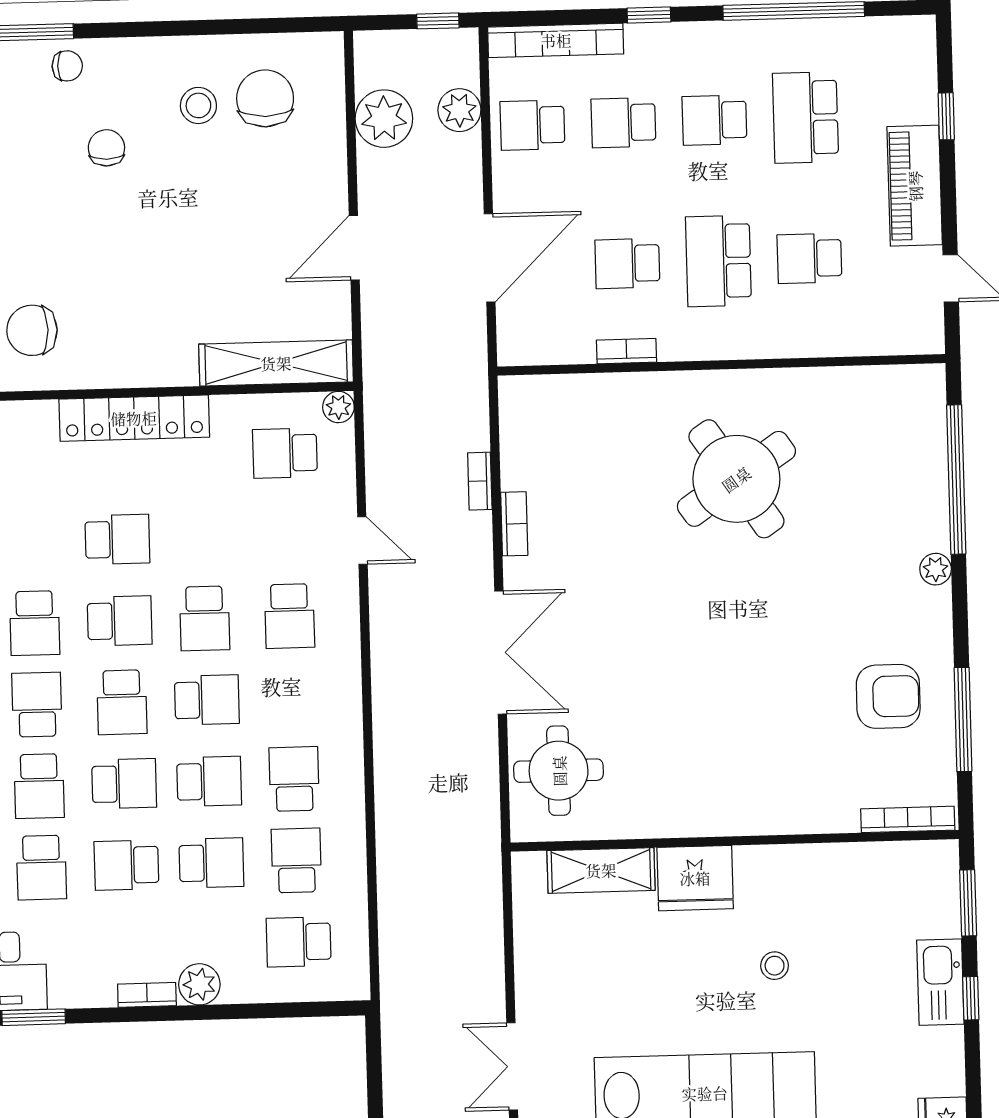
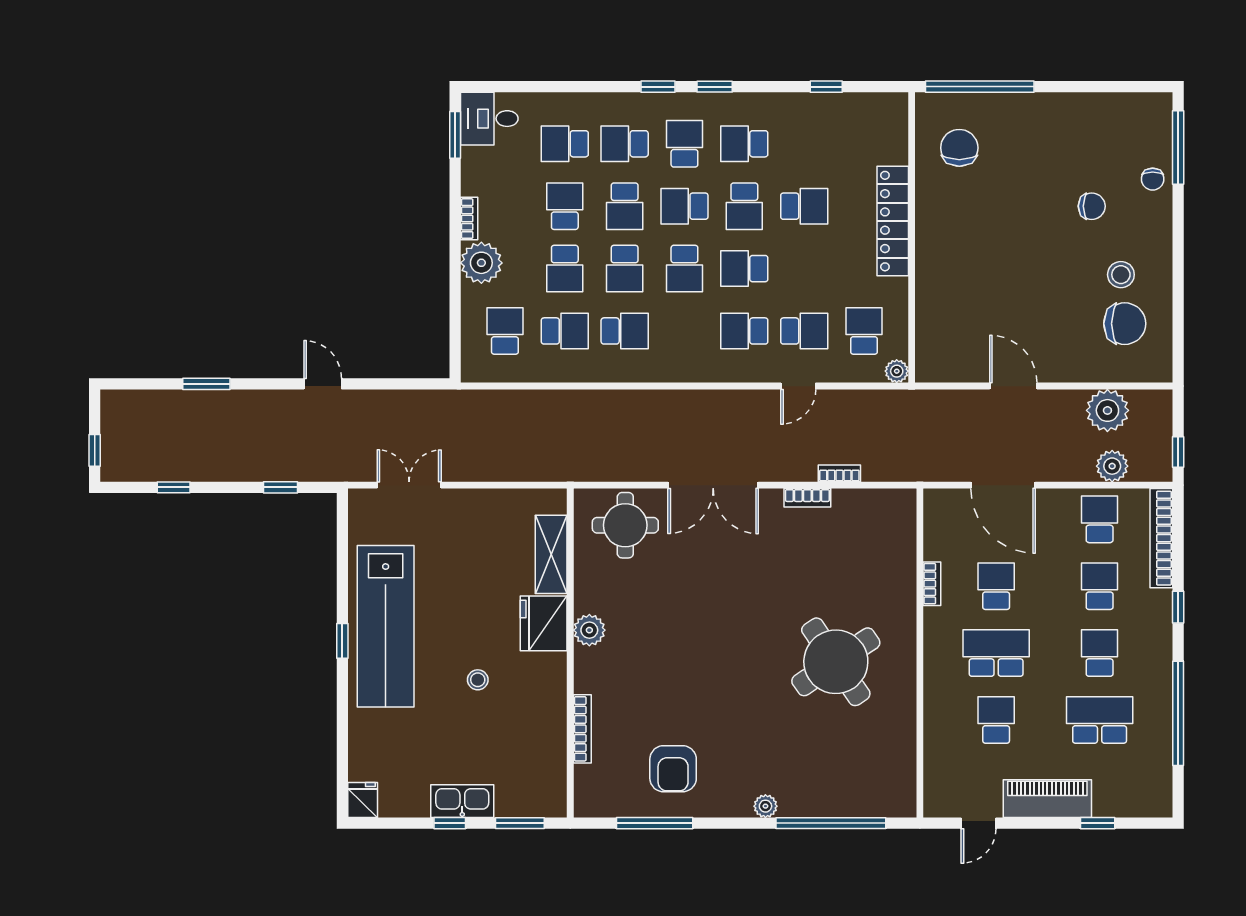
shelving: (276, 363) -> (930, 326), removed
school desk: (287, 535) -> (804, 331), added
school desk: (117, 539) -> (804, 206), turned -90
school desk: (37, 705) -> (684, 144), turned -90
plant: (703, 816) -> (589, 630), added
bookcase: (908, 819) -> (582, 729), moved
plant: (199, 984) -> (481, 263), width x1.36, depth x1.36

